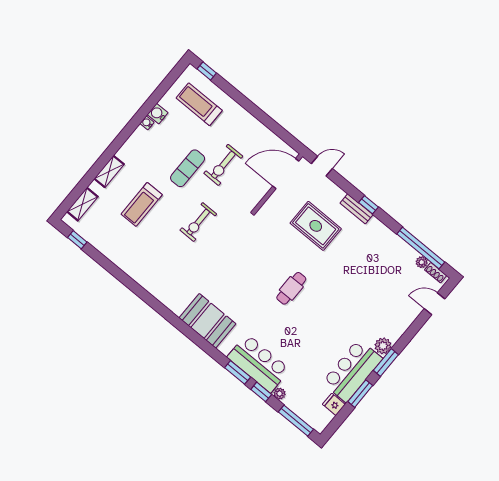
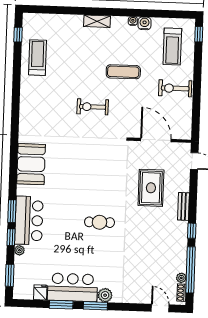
treadmill: (199, 104) -> (172, 46), turned 180
exercise bike: (223, 165) -> (175, 88), moved
shelving: (109, 171) -> (97, 21), moved
door: (286, 174) -> (156, 140), moved
shelving: (82, 204) -> (45, 20), removed
treadmill: (142, 204) -> (38, 58), moved, turned 90
window: (369, 205) -> (192, 231), moved
cafe table: (291, 288) -> (99, 222), moved
window: (296, 421) -> (10, 275), width x0.69

